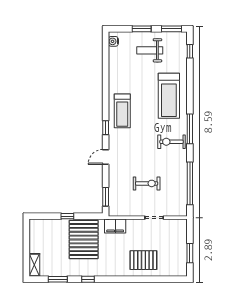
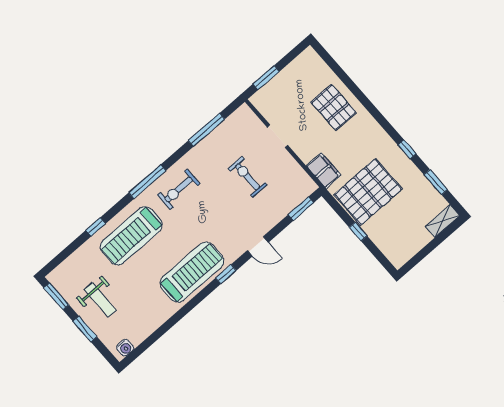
window: (190, 51) -> (96, 227), moved
treadmill: (169, 96) -> (131, 236), turned 180
treadmill: (122, 111) -> (192, 272), width x1.37, depth x1.37
exercise bike: (172, 142) -> (179, 189), turned 90
window: (190, 183) -> (207, 130), width x0.68
window: (190, 253) -> (266, 78), moved

